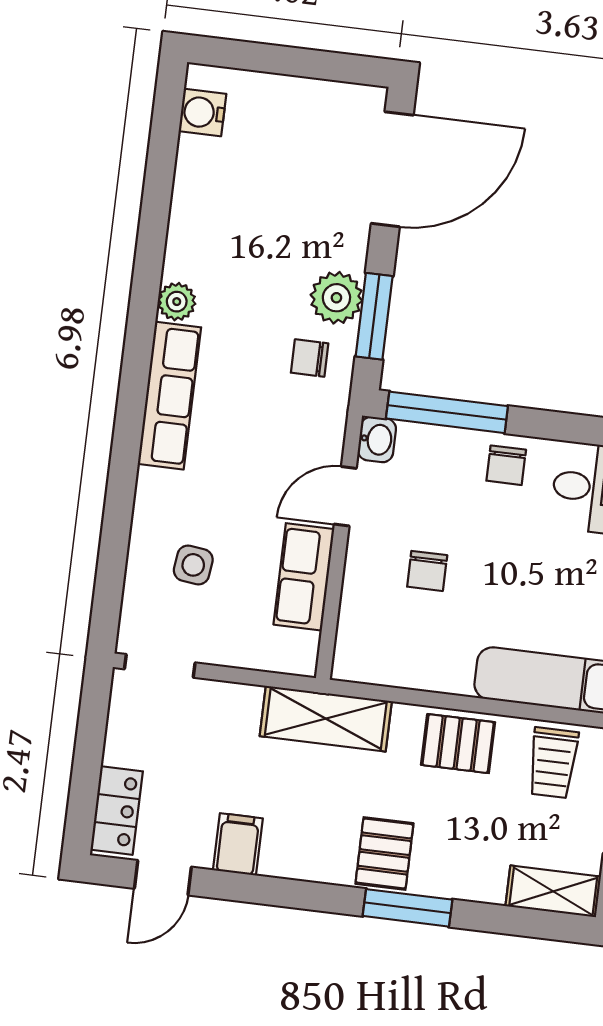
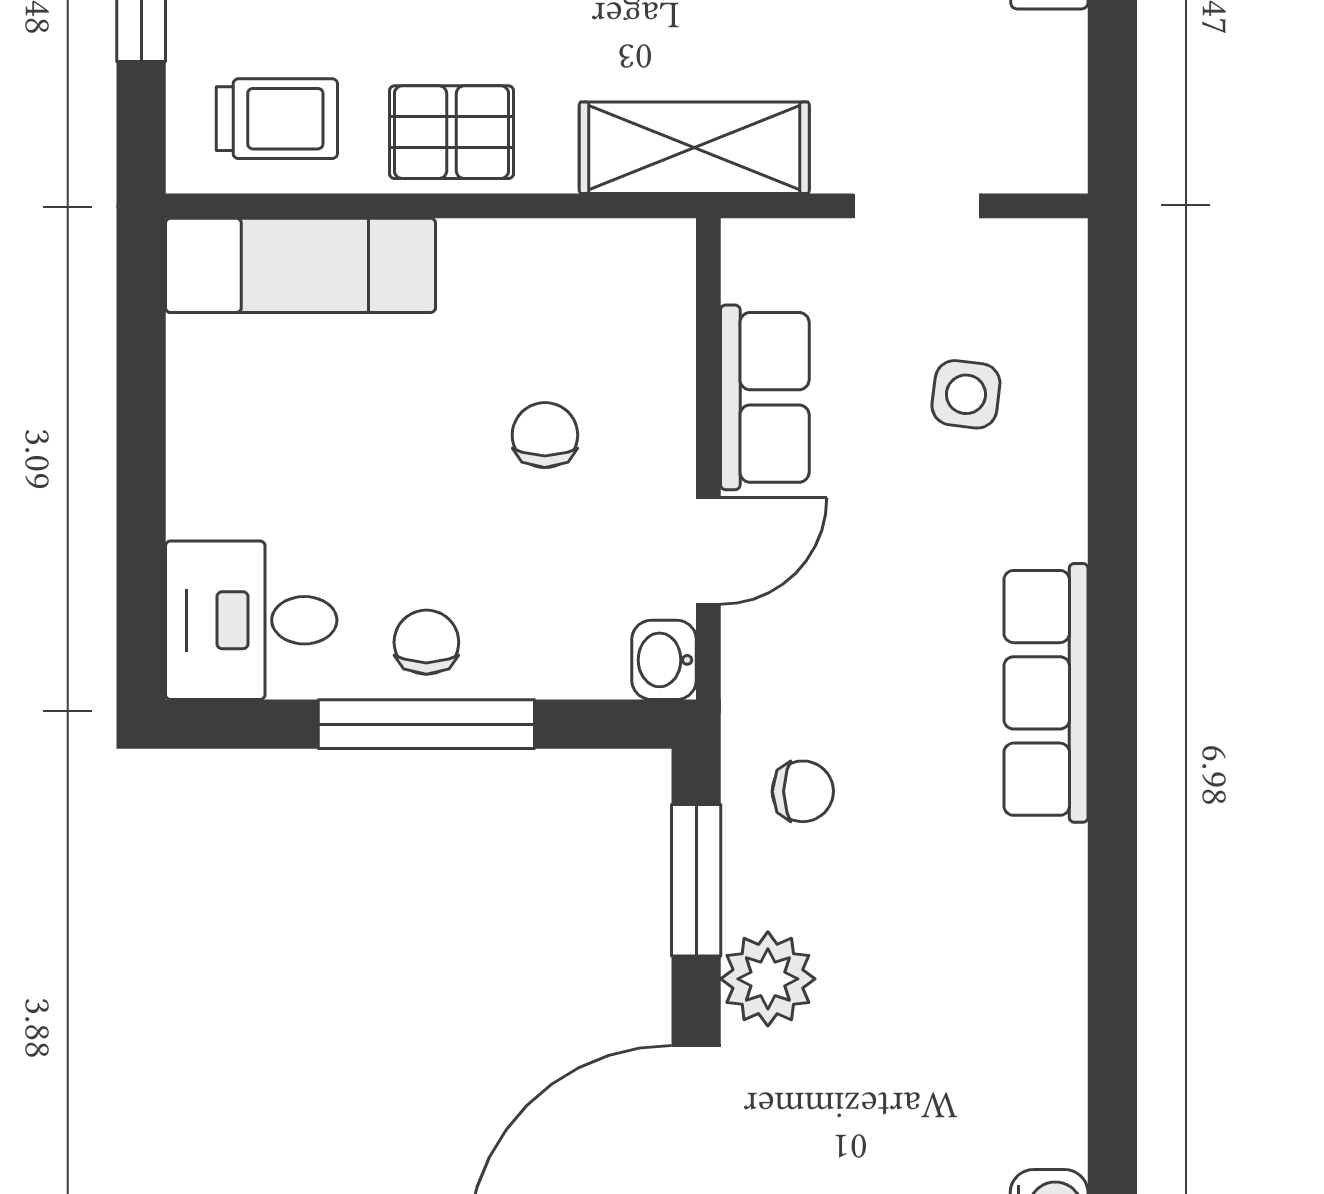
plant: (336, 298) -> (768, 979), moved
plant: (177, 302) -> (1054, 863), removed
window: (447, 412) -> (426, 724), moved
doorway: (160, 666) -> (917, 206), moved
trolley: (553, 763) -> (277, 119), turned 90

